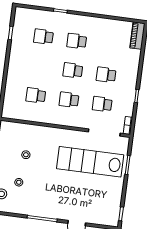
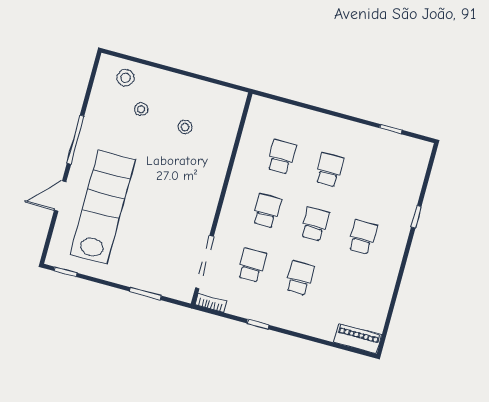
school desk: (43, 37) -> (329, 170), moved
lab bench: (90, 162) -> (103, 207), moved

